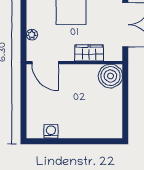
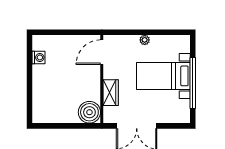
plant: (32, 35) -> (145, 40), moved

